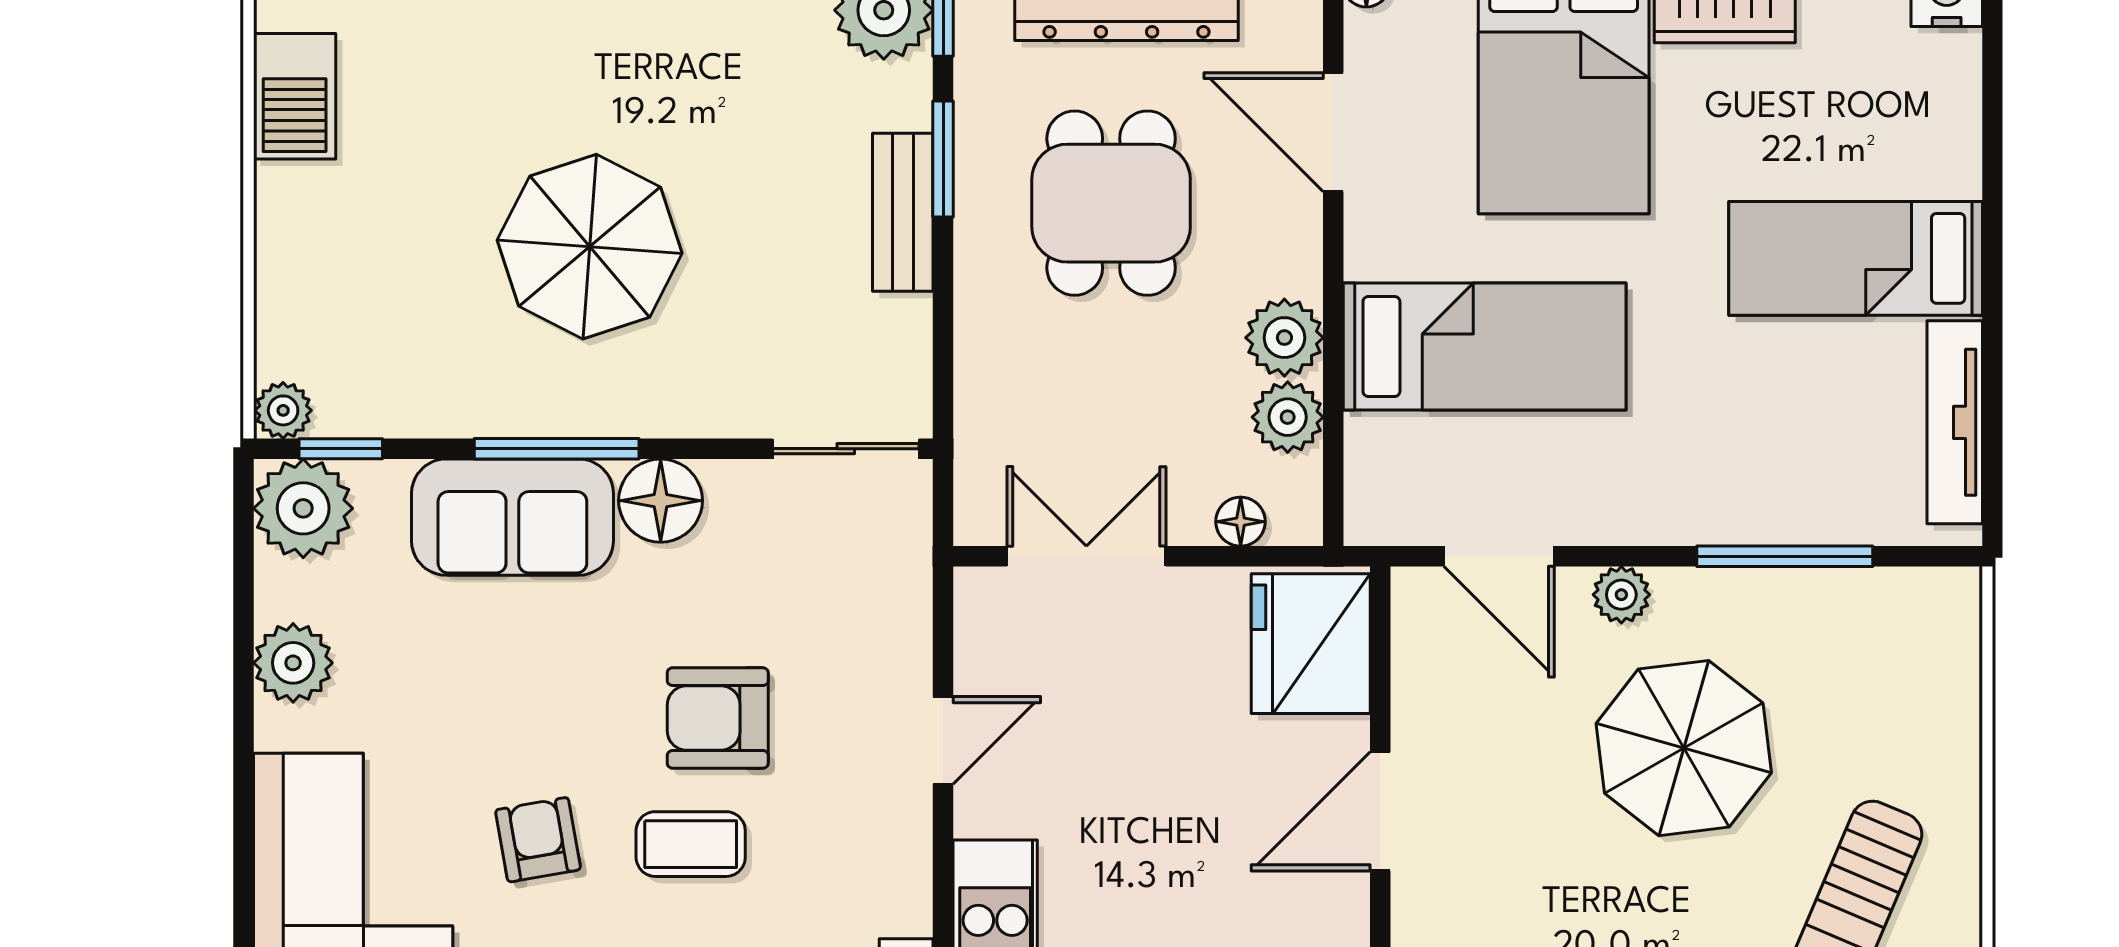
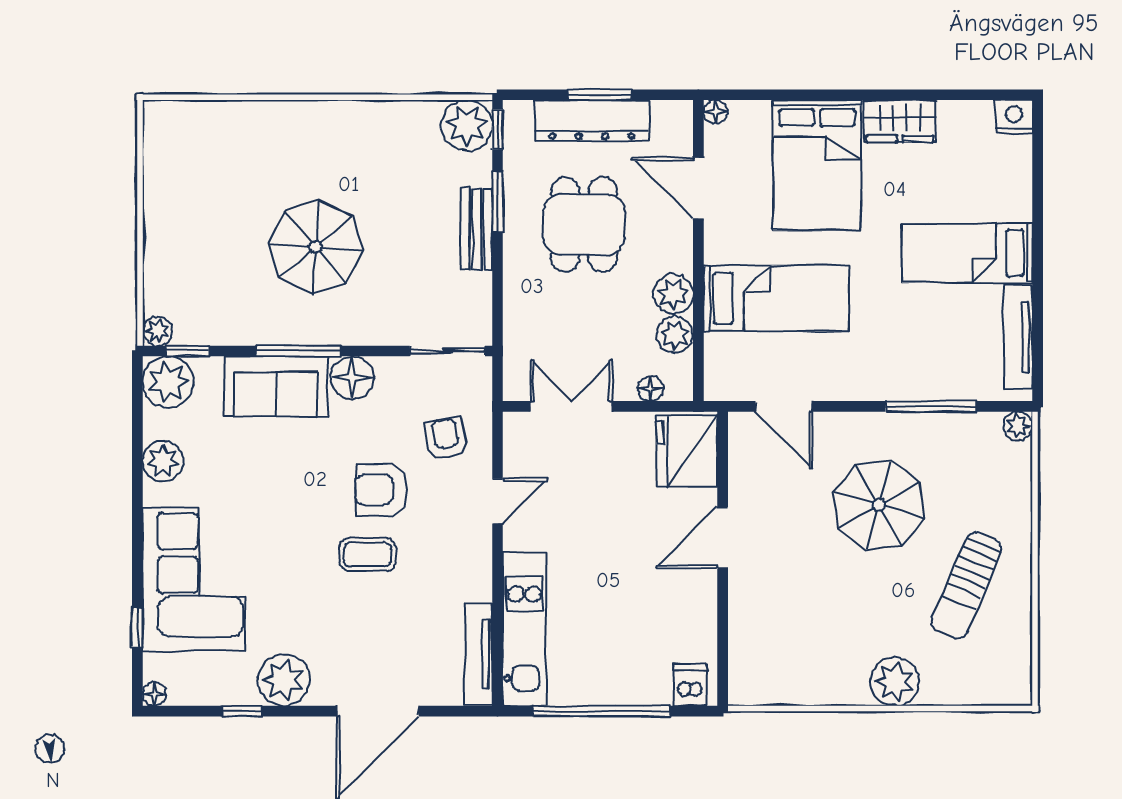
barbecue: (295, 96) -> (164, 170), removed
plant: (1621, 595) -> (1018, 426), moved
armchair: (538, 840) -> (446, 439), moved

